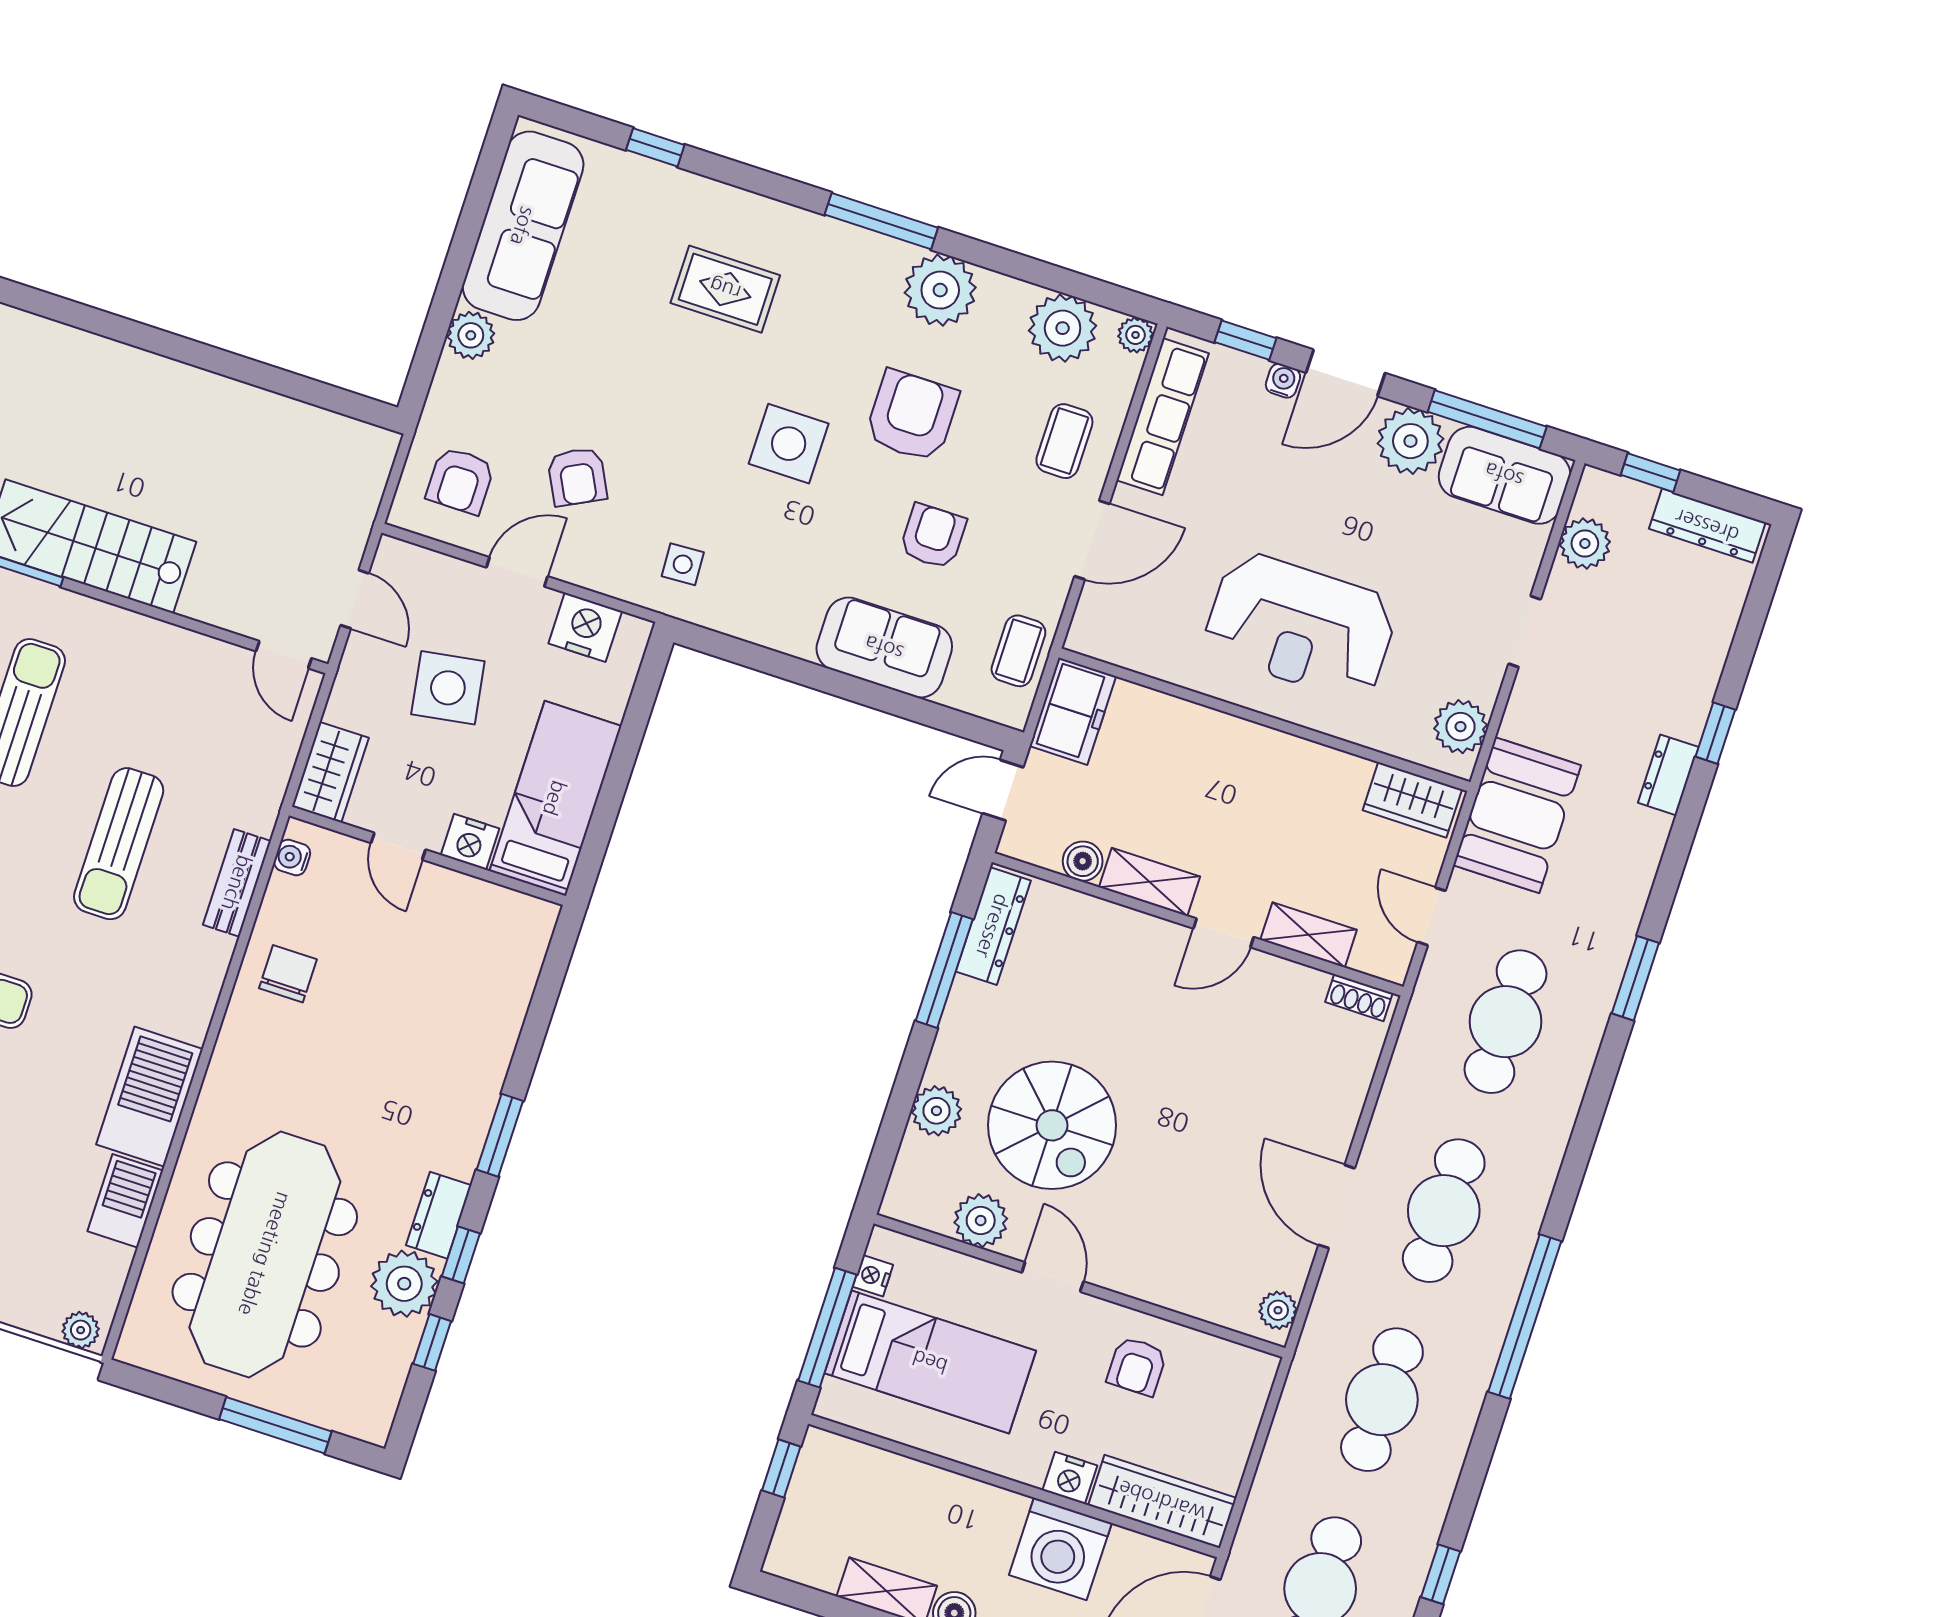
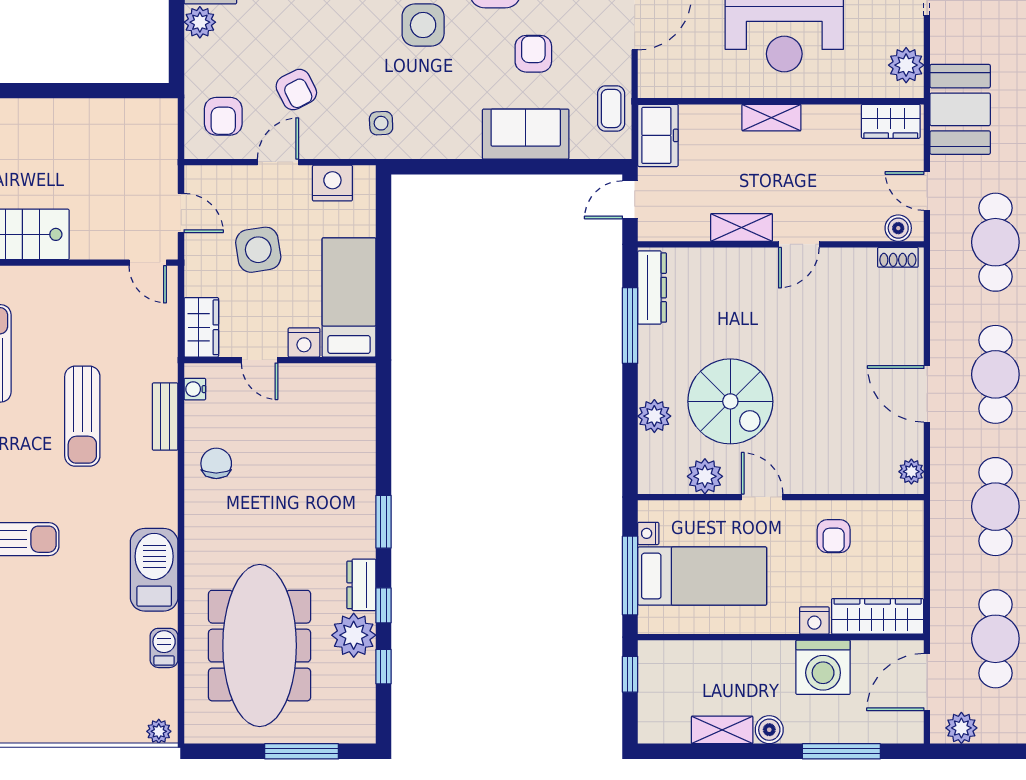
boiler: (1083, 861) -> (898, 228), moved
shelving: (1309, 935) -> (771, 118), moved
barbecue: (125, 1201) -> (164, 648), width x0.73, depth x0.79

